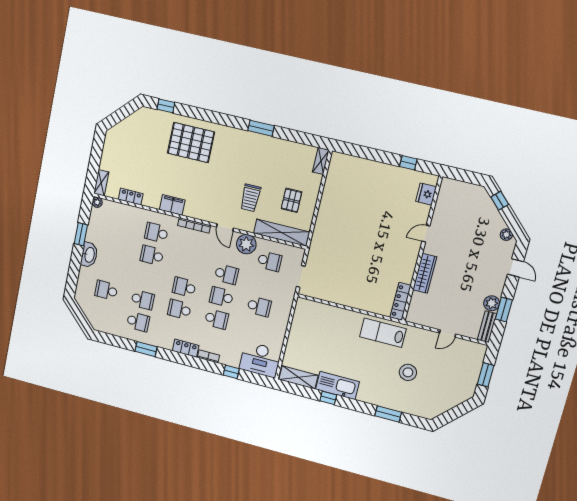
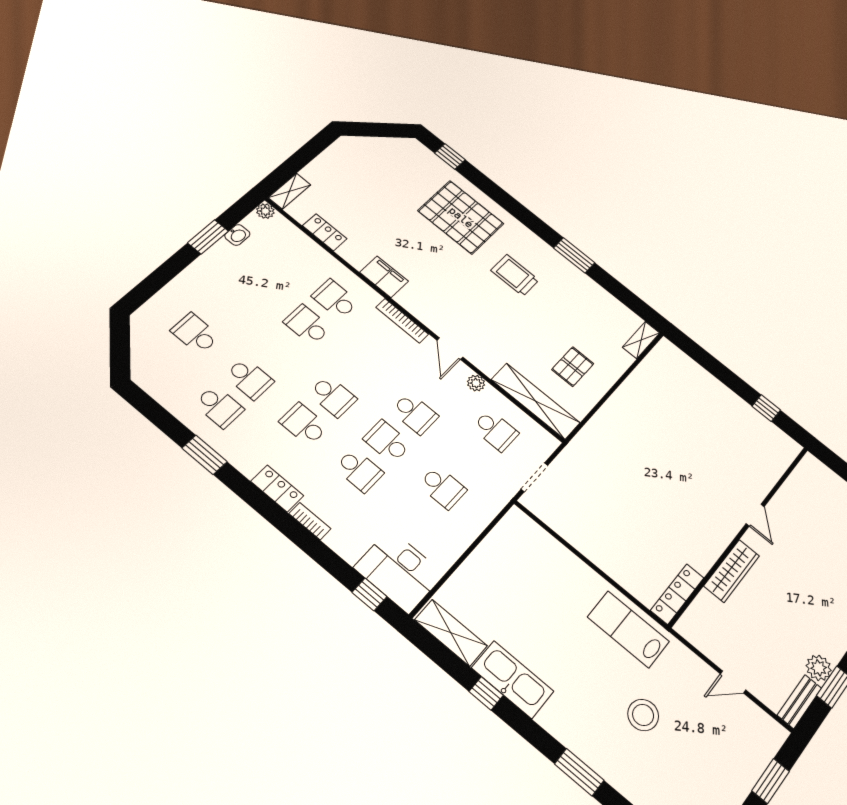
fridge: (426, 194) -> (776, 462), removed
trolley: (250, 198) -> (515, 275), moved, turned 90
door: (426, 234) -> (755, 515), swing flipped
plant: (246, 244) -> (476, 383), width x0.53, depth x0.53
washbasin: (89, 255) -> (237, 235), moved, width x0.52, depth x0.69
school desk: (184, 287) -> (333, 396), turned 180
window: (231, 372) -> (369, 595), moved

